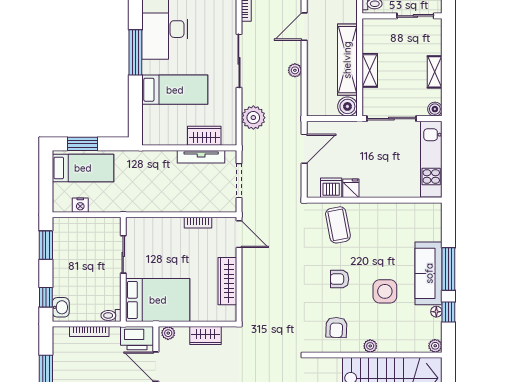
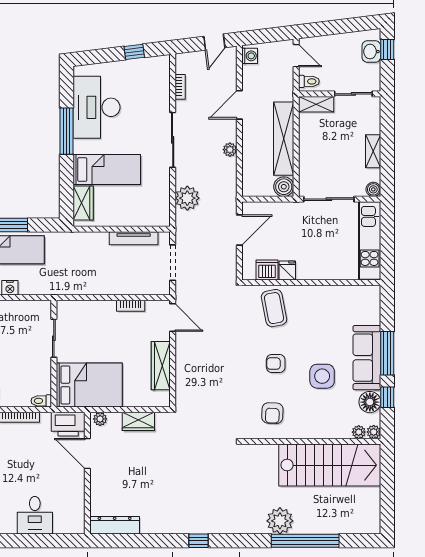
shelving: (370, 70) -> (316, 104), moved, turned 90
wardrobe: (204, 136) -> (83, 203), moved, turned 90
floor lamp: (436, 312) -> (370, 402), width x1.89, depth x1.89
plant: (370, 346) -> (359, 432), moved

